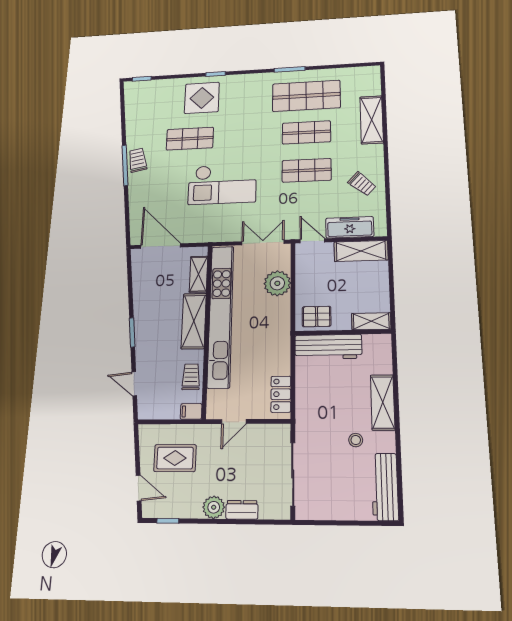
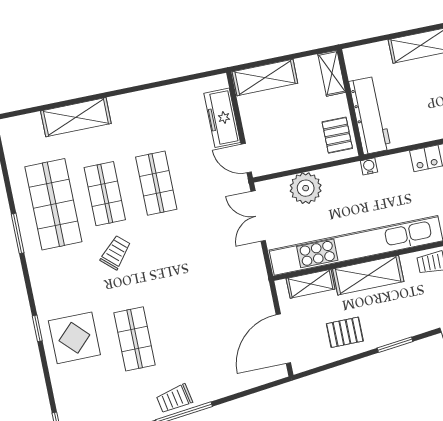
checkout: (222, 184) -> (191, 283), removed
trolley: (362, 184) -> (116, 252), moved
door: (312, 241) -> (246, 158), hinge flipped
shelving: (361, 251) -> (265, 77), moved, turned 90
pallet: (153, 294) -> (345, 332), added
water cooler: (284, 338) -> (369, 166), added

